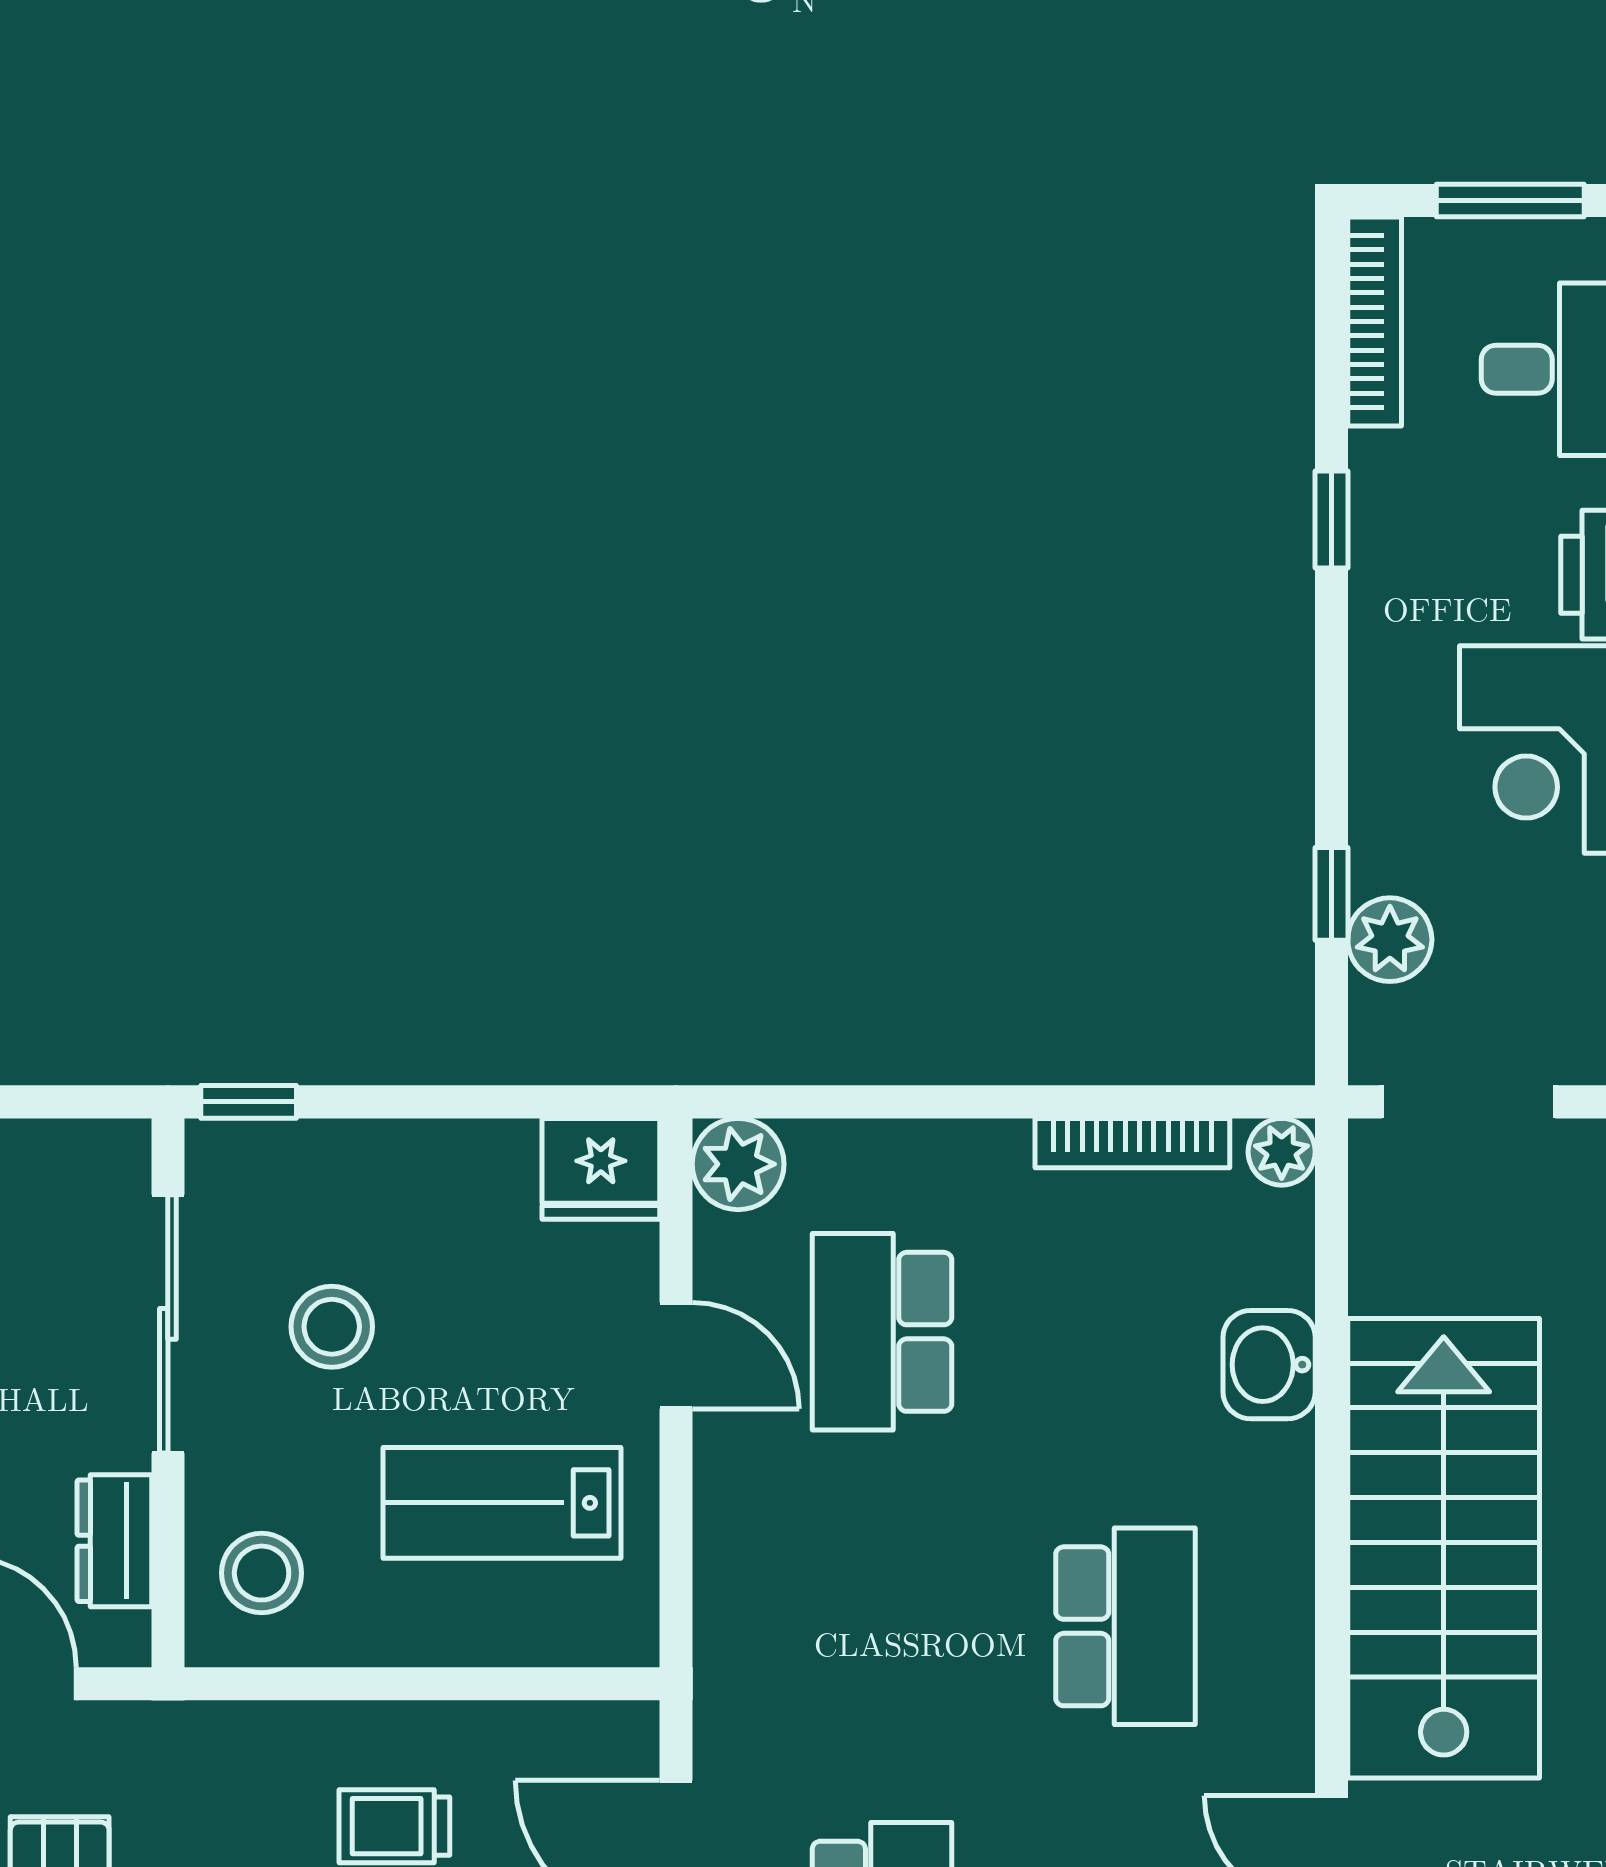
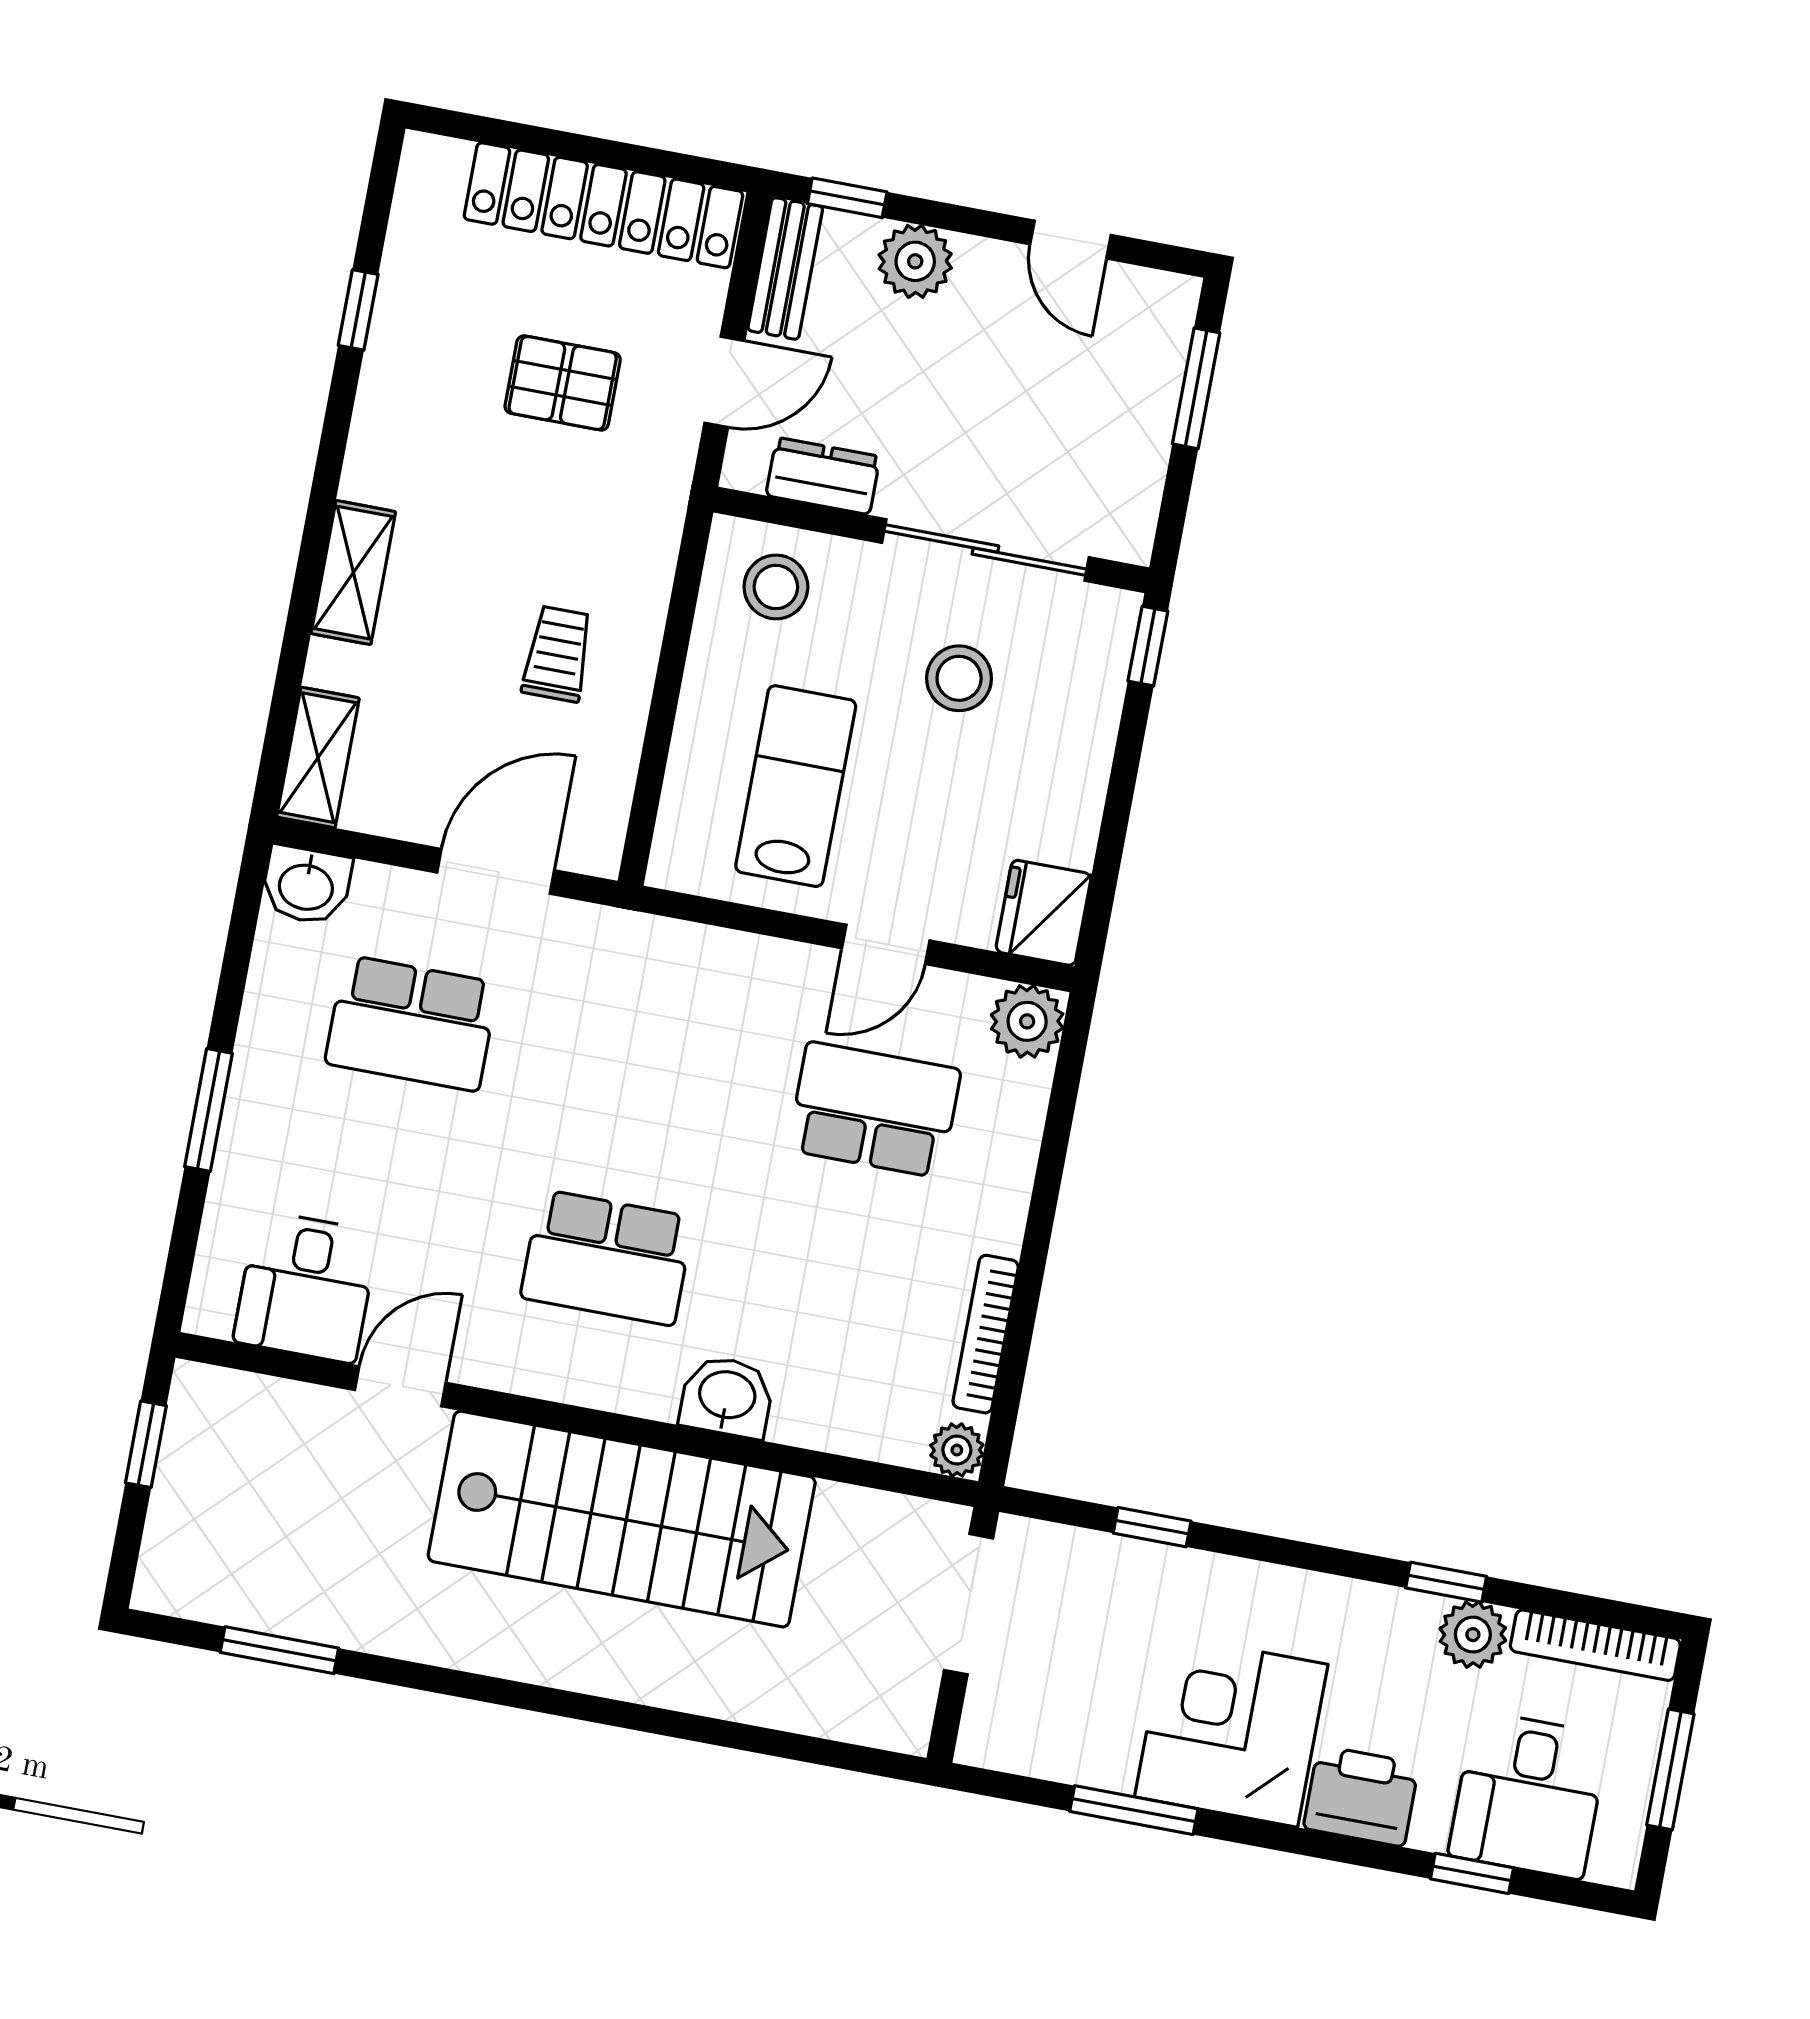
plant: (1390, 940) -> (1473, 1635), moved
washbasin: (1269, 1365) -> (727, 1397), moved

